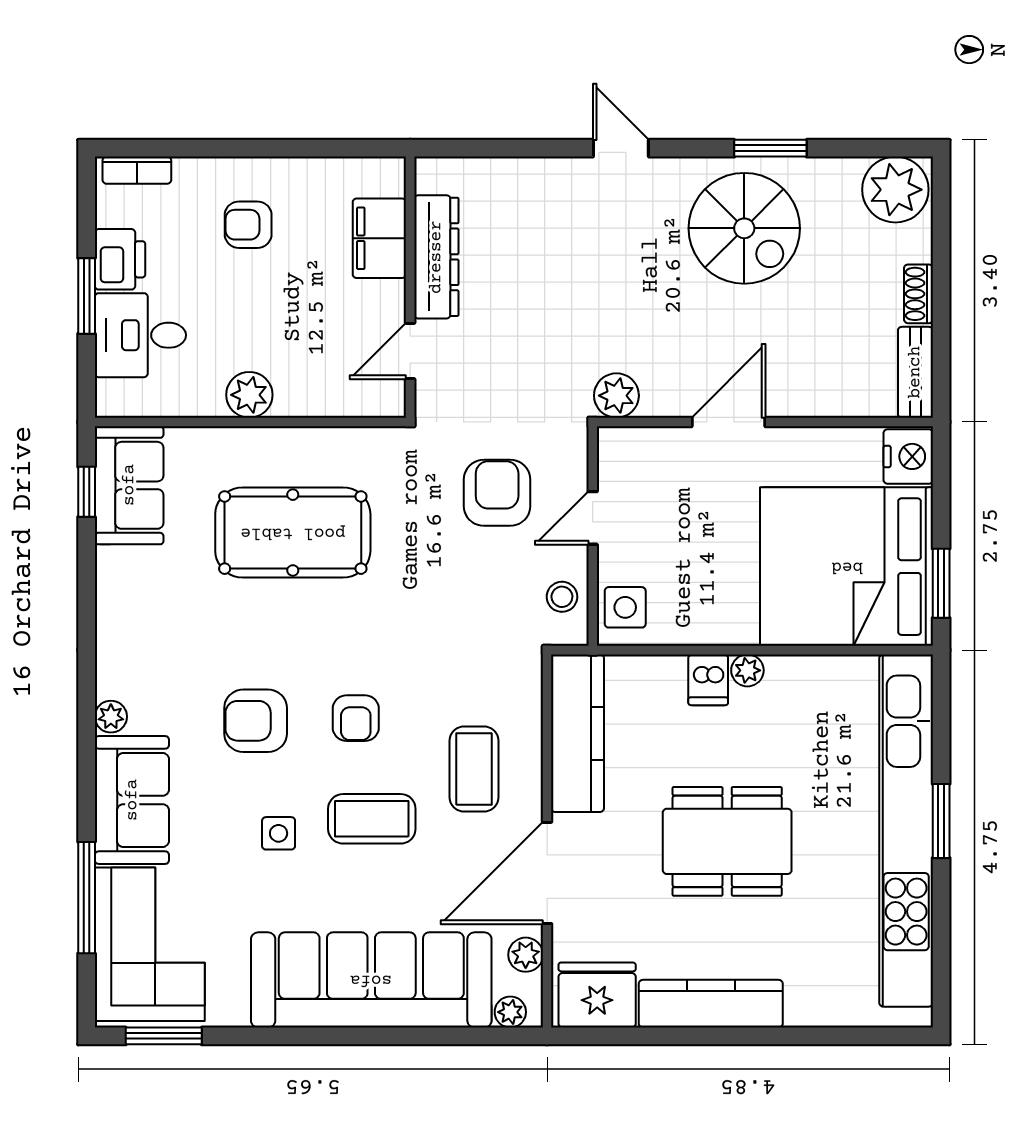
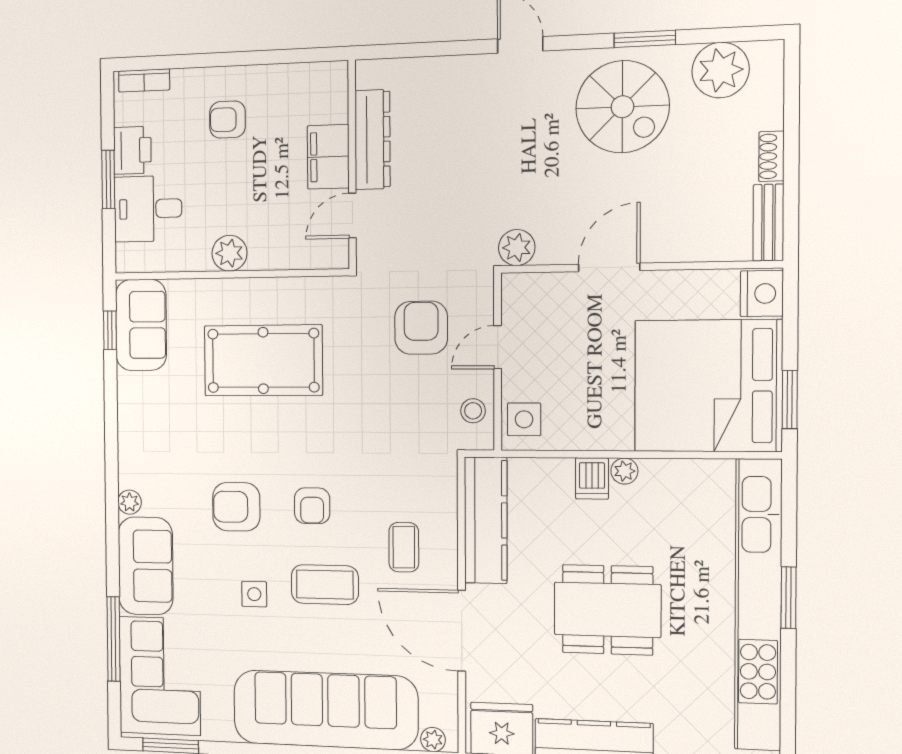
plant: (895, 190) -> (721, 70), moved
filing cabinet: (379, 238) -> (328, 157), moved
coffee table: (474, 769) -> (404, 547), width x0.73, depth x0.77
door: (547, 873) -> (462, 631), hinge flipped
plant: (526, 955) -> (445, 695), removed

